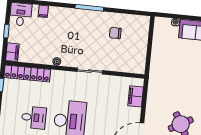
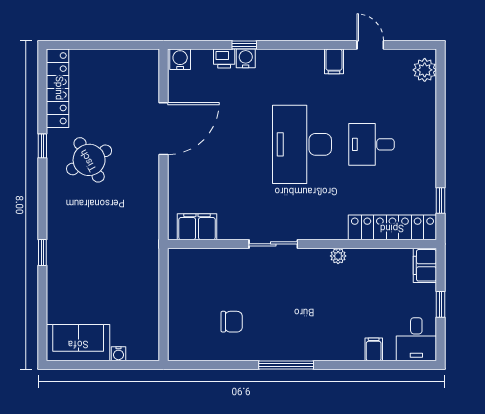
filing cabinet: (136, 96) -> (197, 227), moved, turned -90

